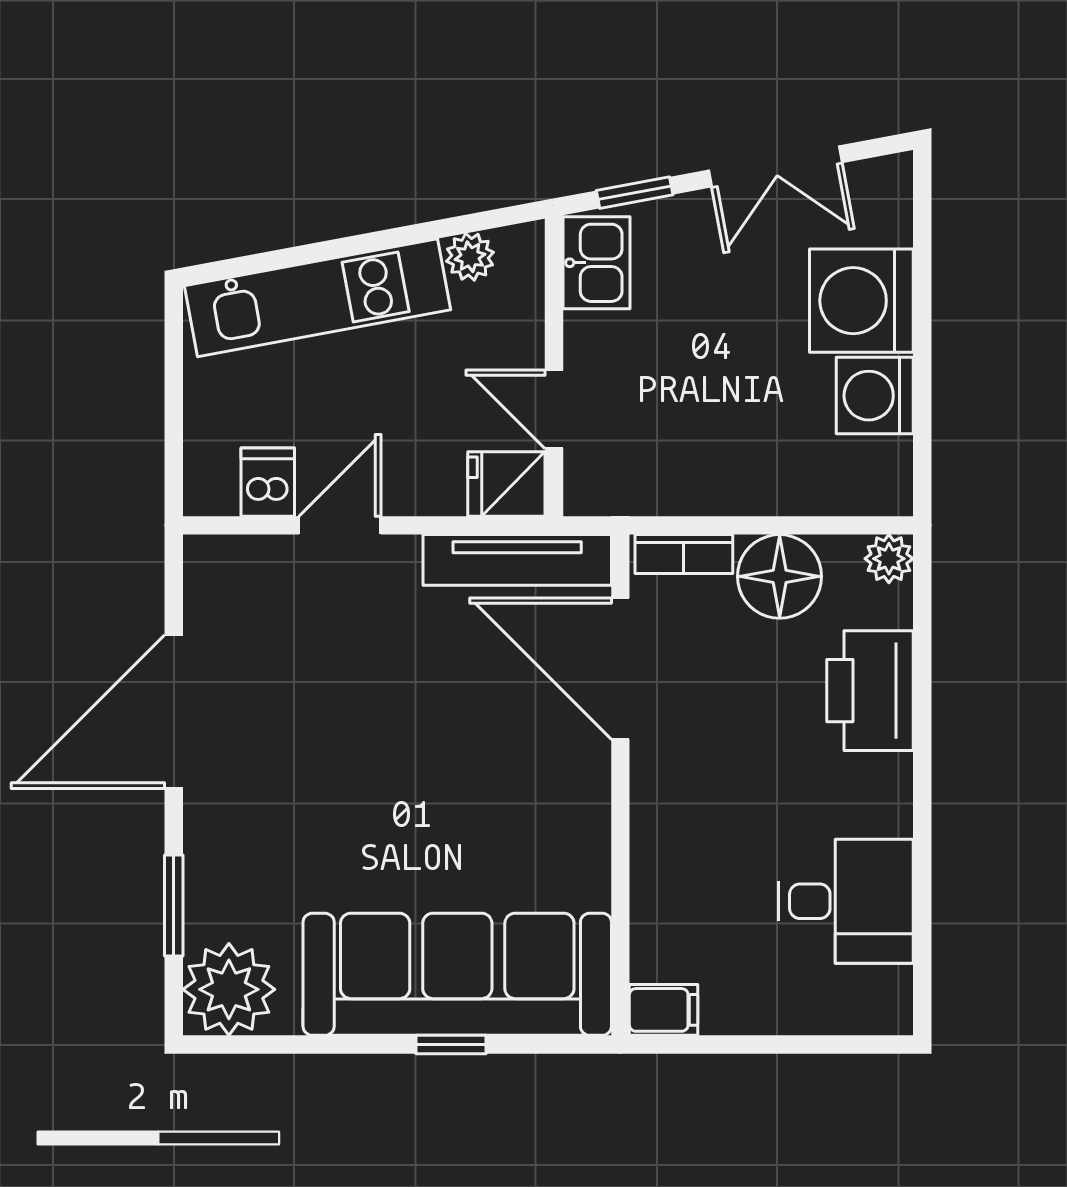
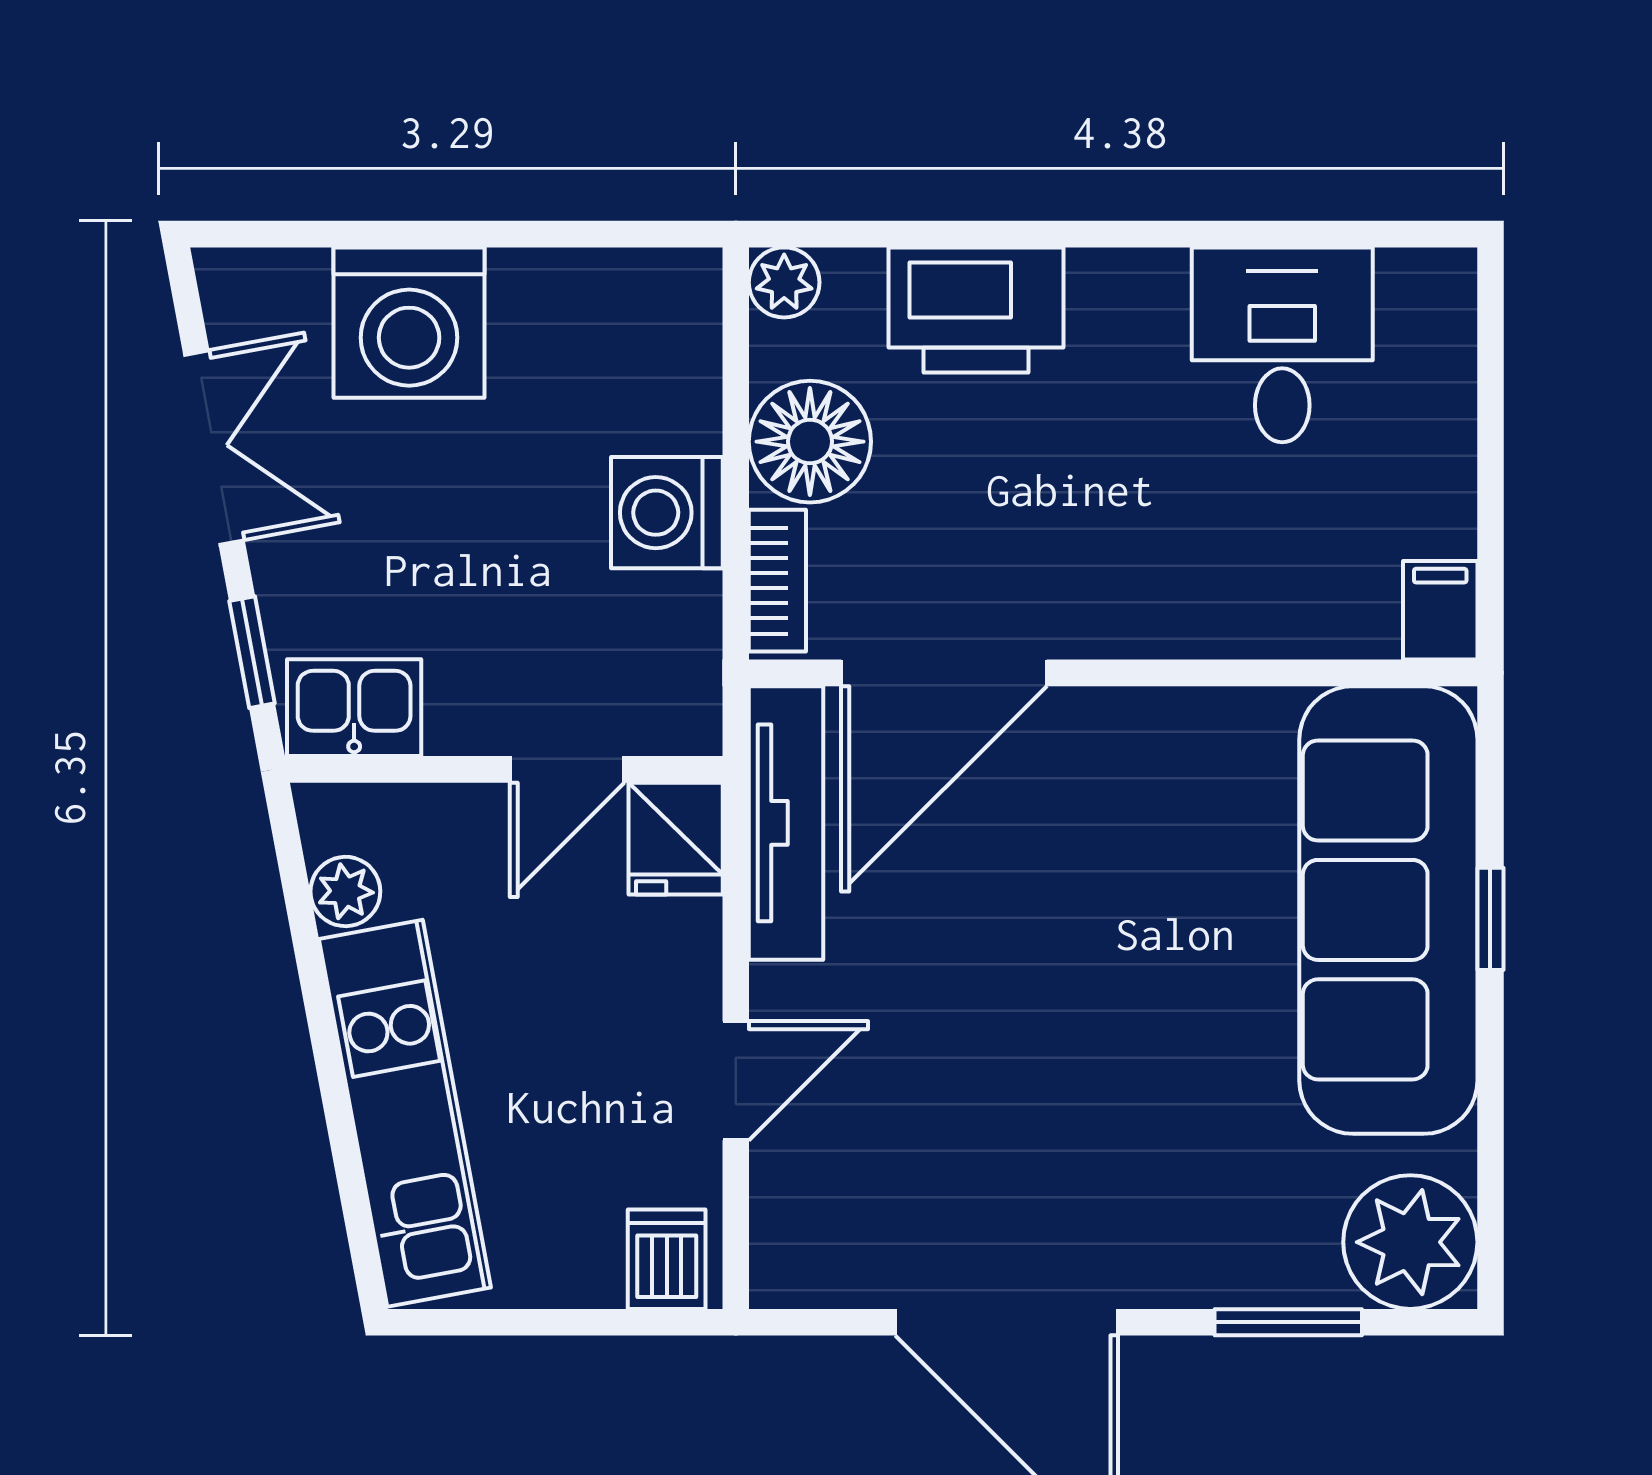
washing machine: (875, 396) -> (667, 513), moved, turned 90
dishwasher: (268, 482) -> (667, 1259), moved, turned 90
door: (340, 525) -> (736, 1081), swing flipped

